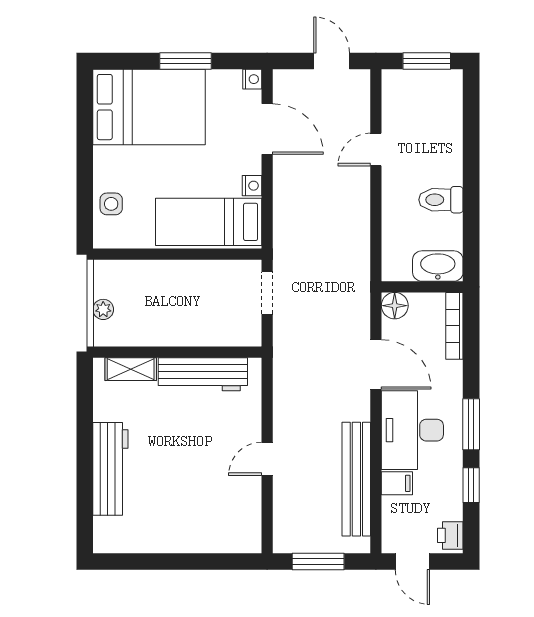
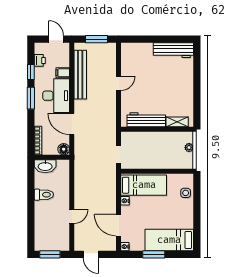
bed: (149, 107) -> (169, 240), width x0.67
workbench: (110, 469) -> (173, 50), moved, turned -90
printer: (450, 535) -> (40, 60), moved

